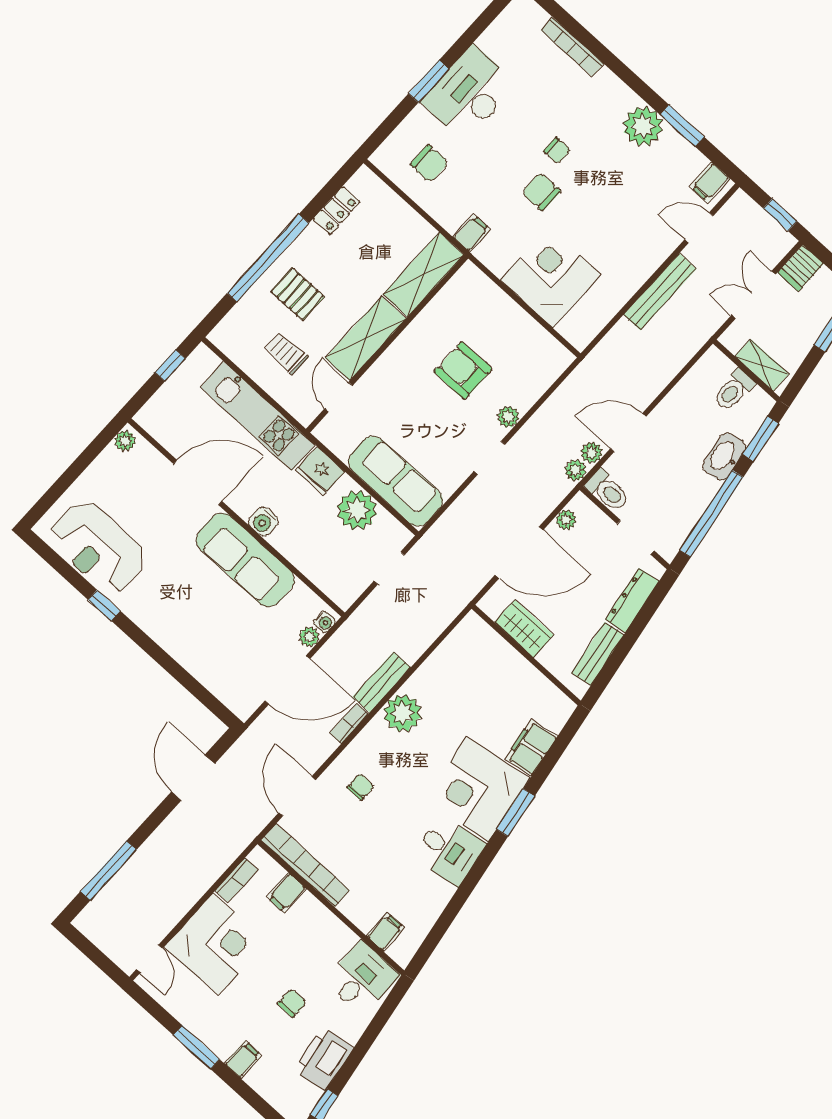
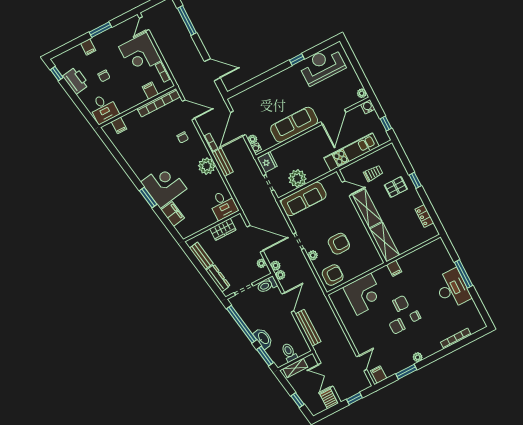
window: (429, 81) -> (463, 274), width x1.44
plant: (643, 126) -> (418, 357), width x0.53, depth x0.53
chair: (429, 163) -> (397, 326), moved
window: (268, 258) -> (415, 180), width x0.32
bench: (660, 292) -> (308, 328), moved
double door: (754, 295) -> (326, 375), swing flipped
armchair: (535, 359) -> (333, 275), added
plant: (592, 453) -> (276, 266), moved
fridge: (320, 471) -> (267, 162), moved, turned 90
water cooler: (263, 522) -> (368, 107), moved
door: (519, 553) -> (255, 239), swing flipped
desk: (449, 850) -> (223, 205), moved, turned -81
door: (149, 959) -> (144, 24), hinge flipped

